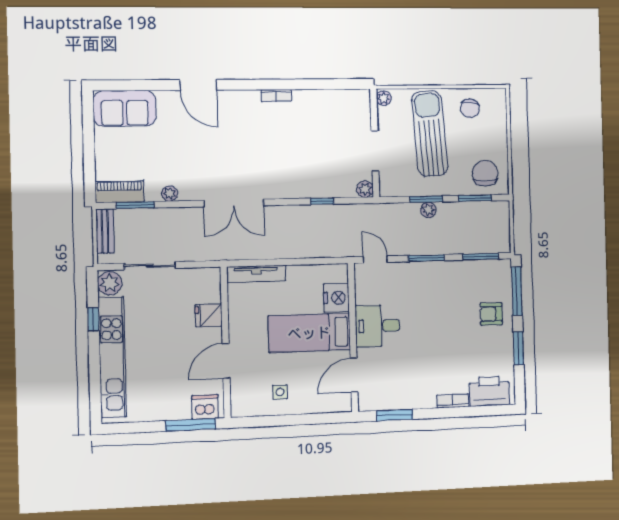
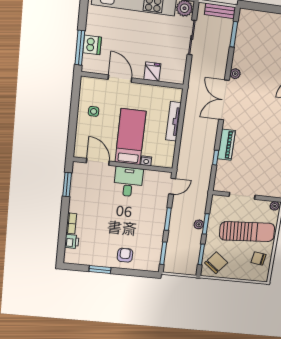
chair: (485, 173) -> (216, 263), turned -52
plant: (365, 189) -> (219, 186), removed
piano: (120, 192) -> (226, 145), moved
plant: (170, 193) -> (235, 74), moved
tv unit: (256, 274) -> (173, 121), moved
window: (517, 291) -> (137, 273), removed
nightstand: (336, 298) -> (146, 161), width x0.53, depth x0.56
printer: (489, 391) -> (72, 241), width x0.53, depth x0.68
dishwasher: (205, 407) -> (92, 45), moved

